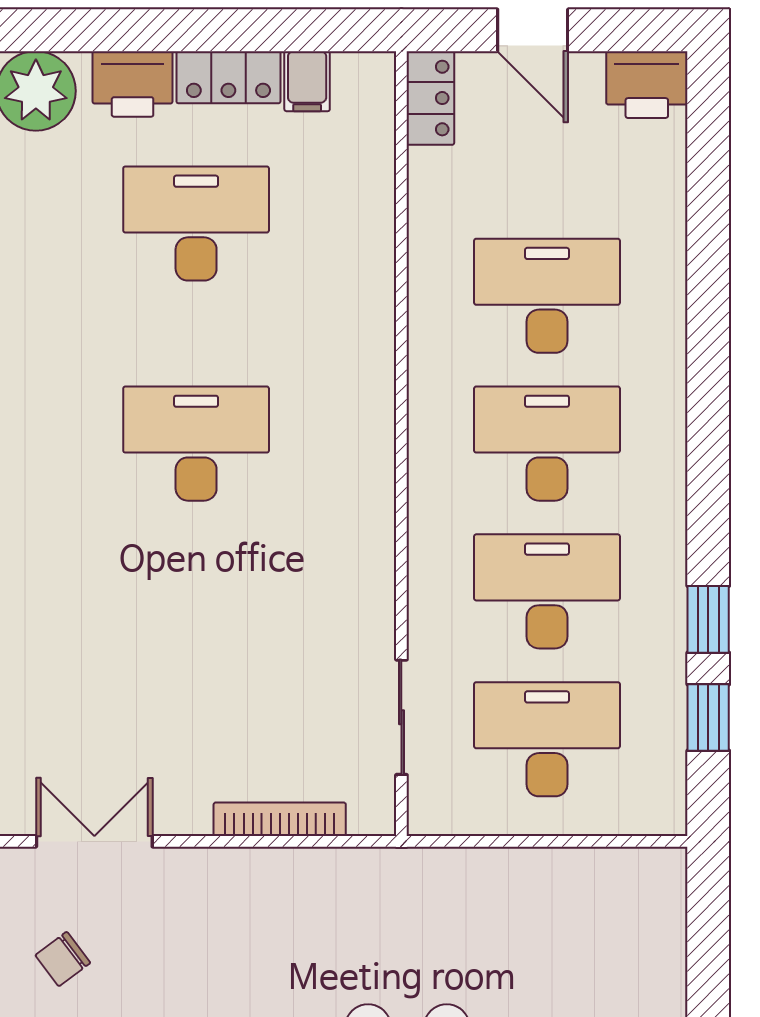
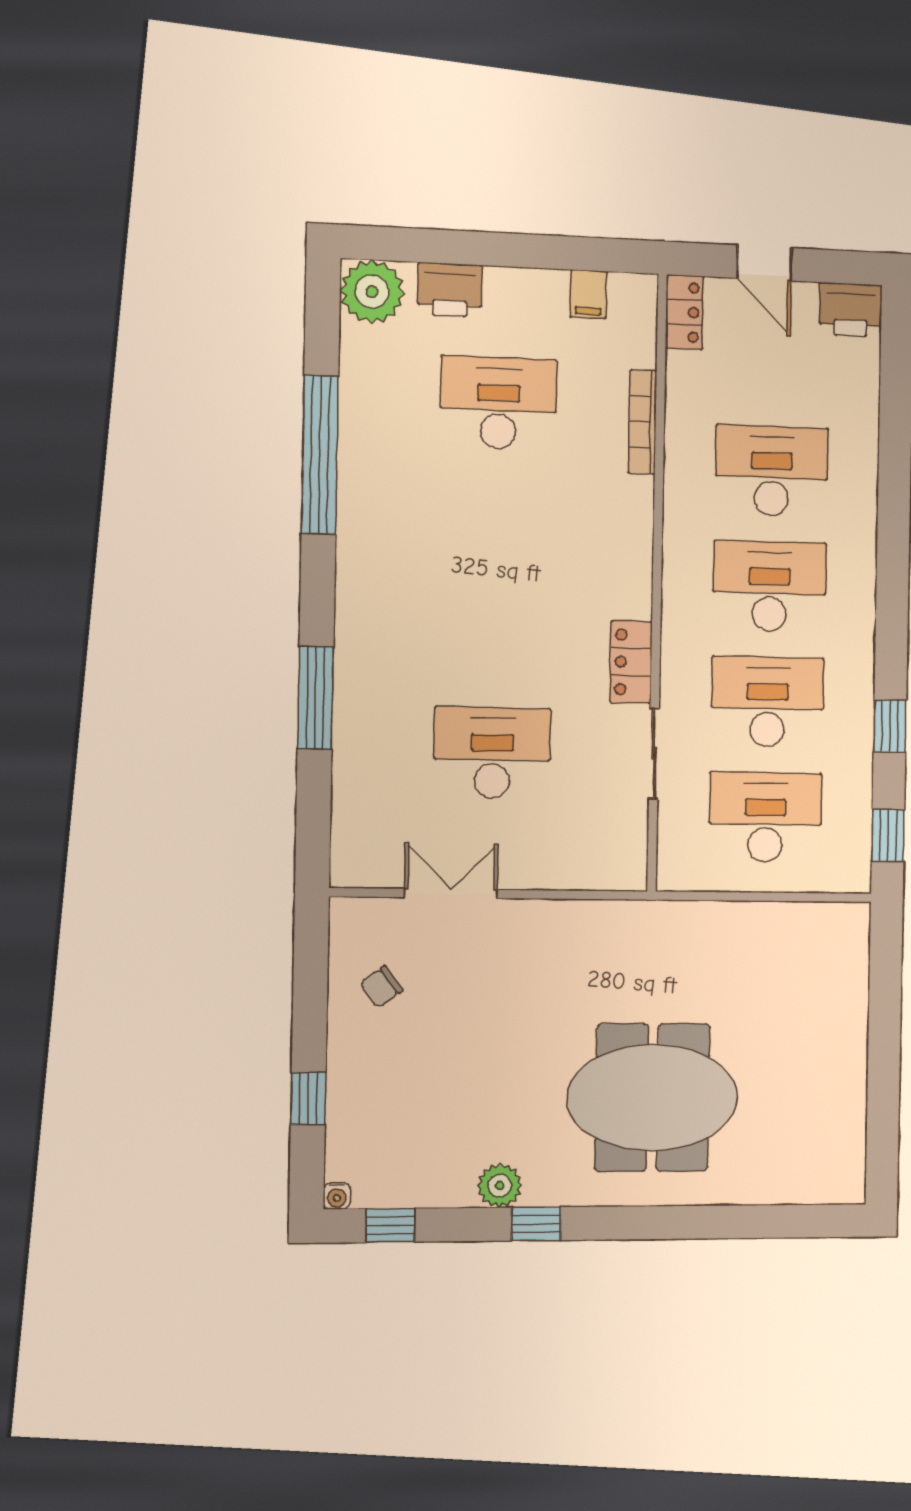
locker: (228, 77) -> (631, 662), moved, turned 90
desk: (196, 444) -> (492, 753), moved
sliding door: (401, 717) -> (654, 753), moved
window: (708, 717) -> (888, 835), moved
bookcase: (280, 819) -> (643, 422), moved, turned -90
double door: (94, 841) -> (451, 894), moved

